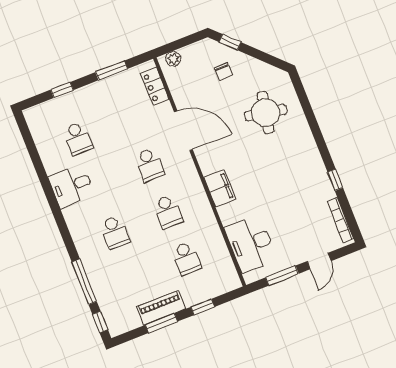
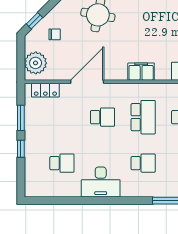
plant: (173, 59) -> (36, 63), width x1.87, depth x1.87
window: (62, 90) -> (21, 149), moved
desk: (71, 186) -> (101, 182), width x1.37
school desk: (168, 211) -> (143, 117), width x1.85

